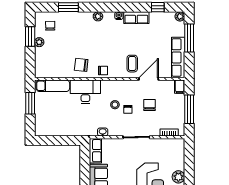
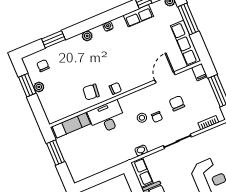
row of seats: (136, 18) -> (138, 16), moved
coffee table: (132, 64) -> (142, 69), removed

